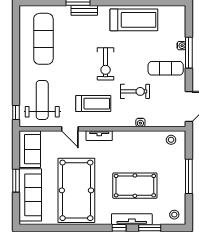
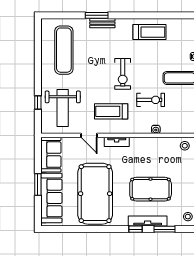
treadmill: (134, 20) -> (150, 32), width x0.73, depth x0.73
weight bench: (42, 100) -> (63, 108), turned 180
treadmill: (93, 104) -> (111, 111), turned 180
window: (16, 112) -> (38, 102), moved

